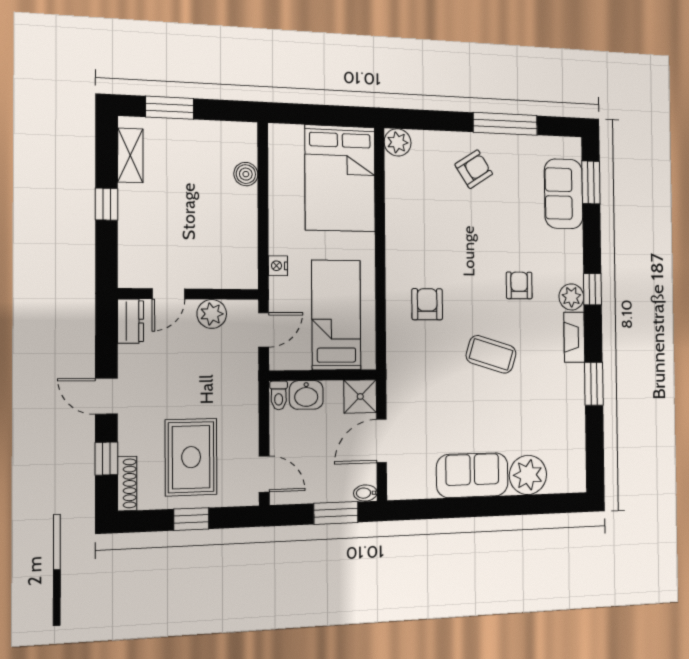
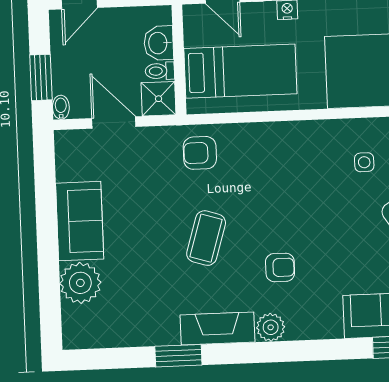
side table: (426, 200) -> (364, 162), added
window: (592, 289) -> (280, 352), removed
armchair: (427, 304) -> (200, 153), moved, turned 180
fireplace: (574, 337) -> (217, 328), width x1.37, depth x1.32
toilet: (279, 395) -> (160, 71), moved

